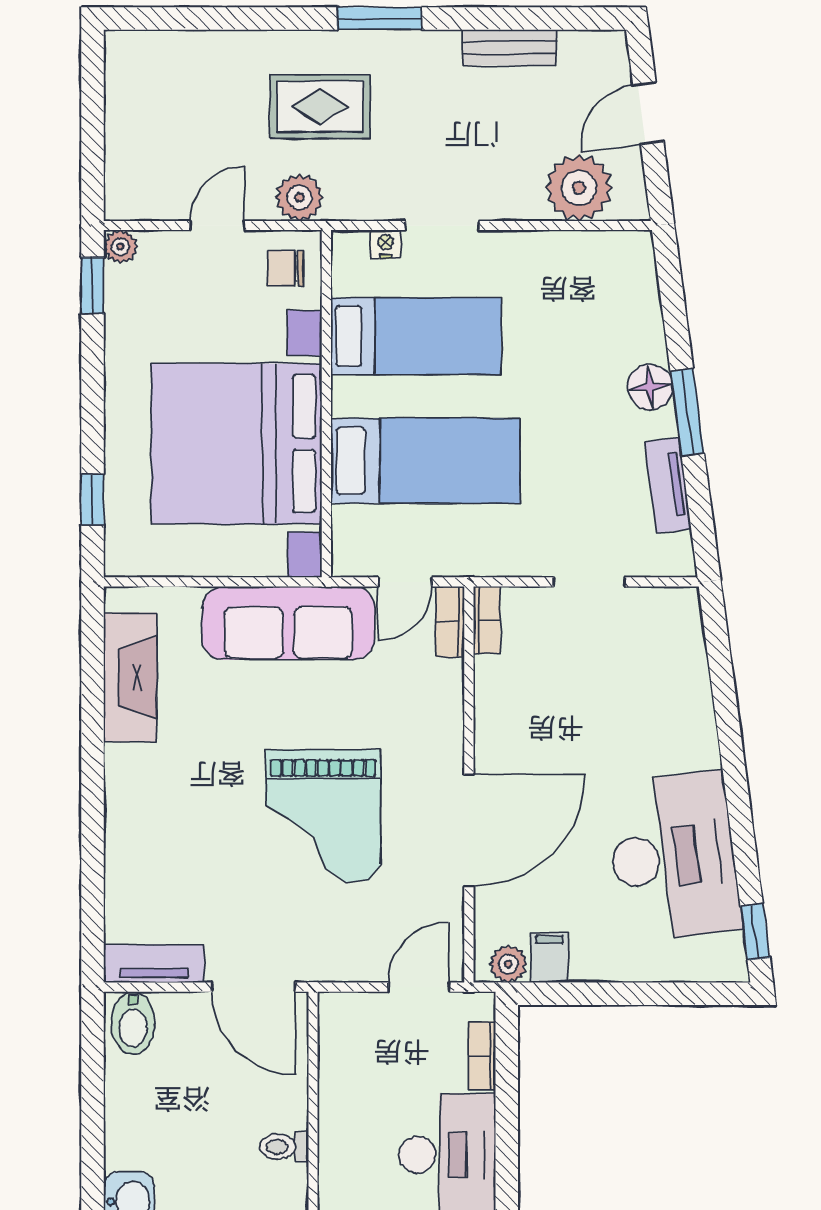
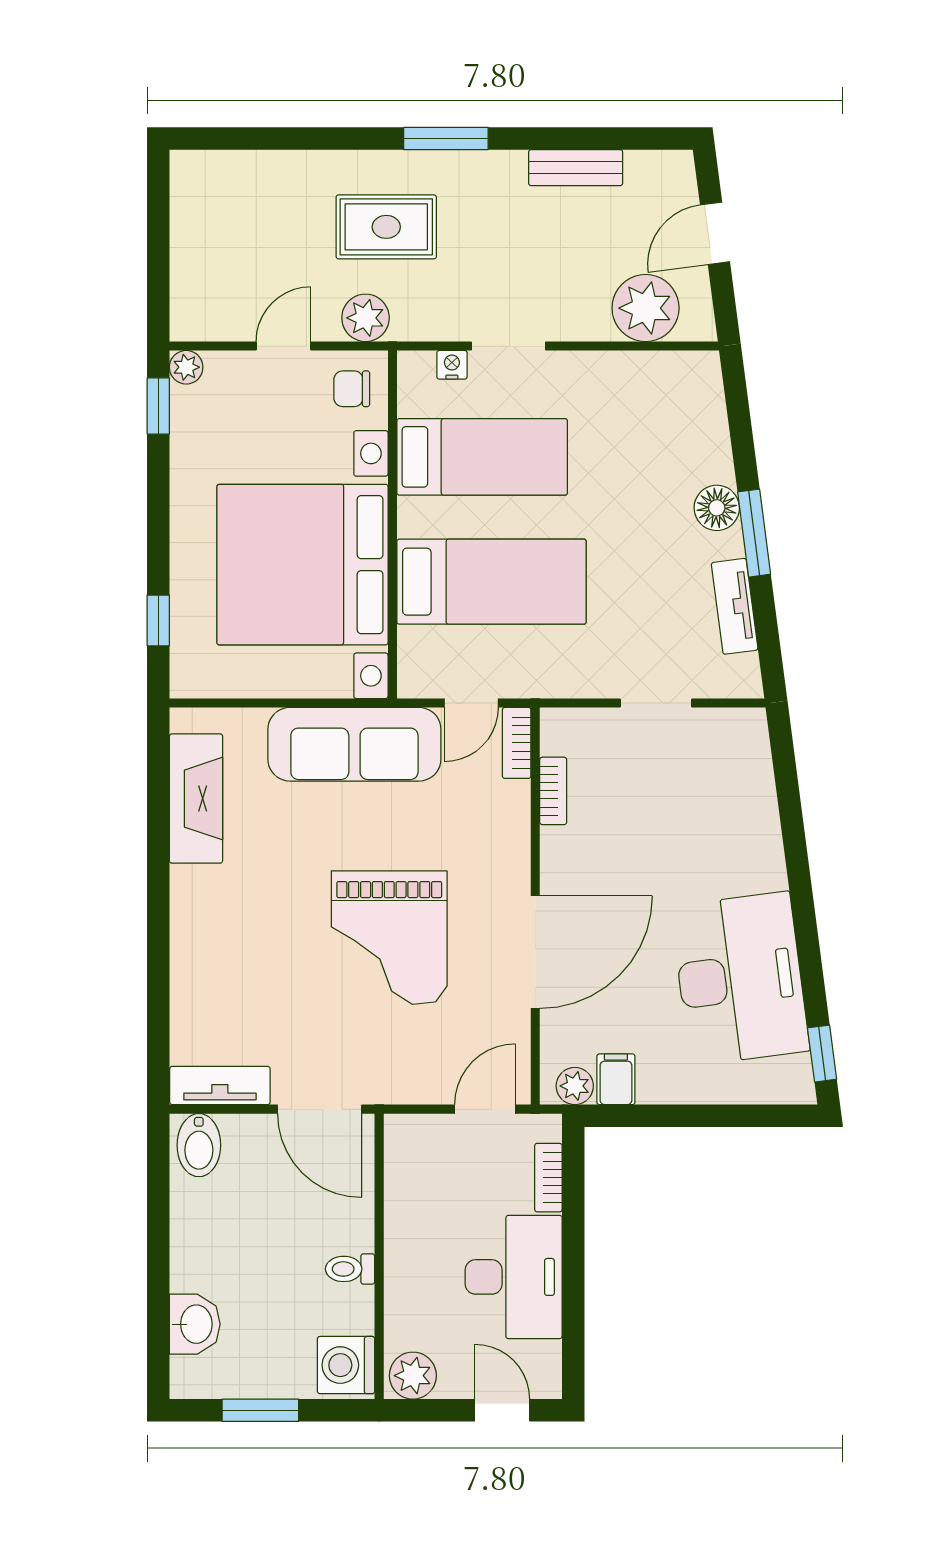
bookcase: (487, 620) -> (553, 791), moved

